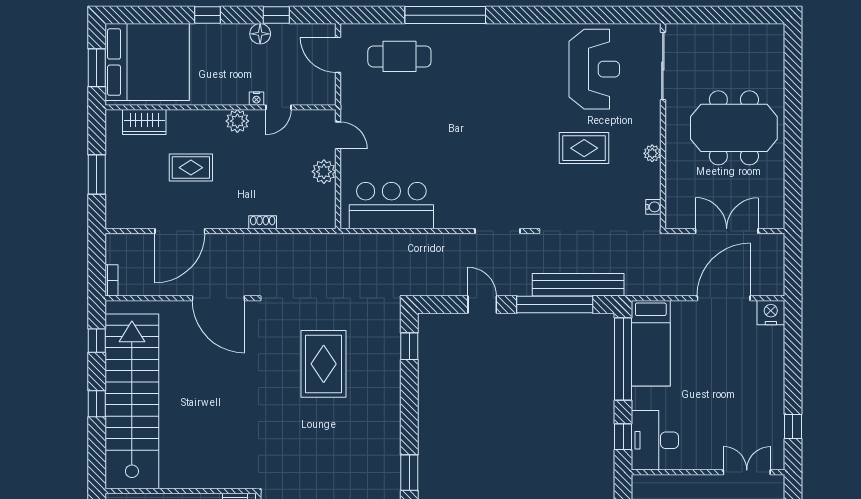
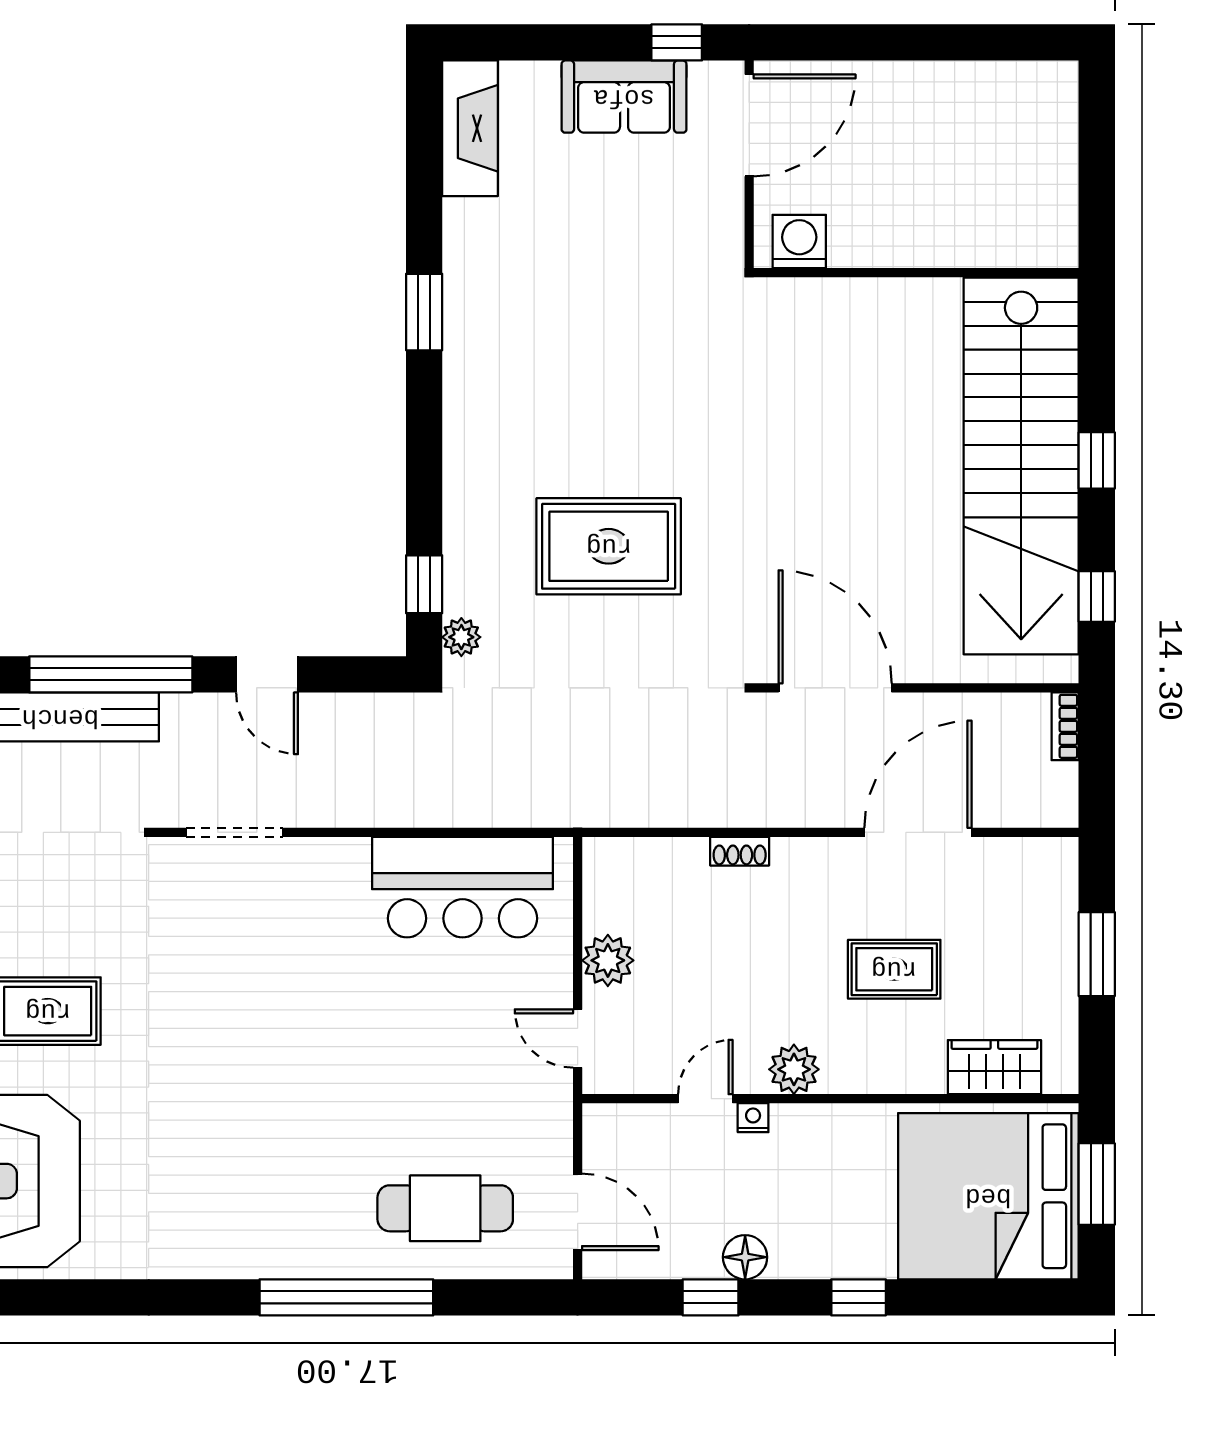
plant: (392, 322) -> (461, 637), added
rug: (324, 364) -> (609, 546), turned 90

